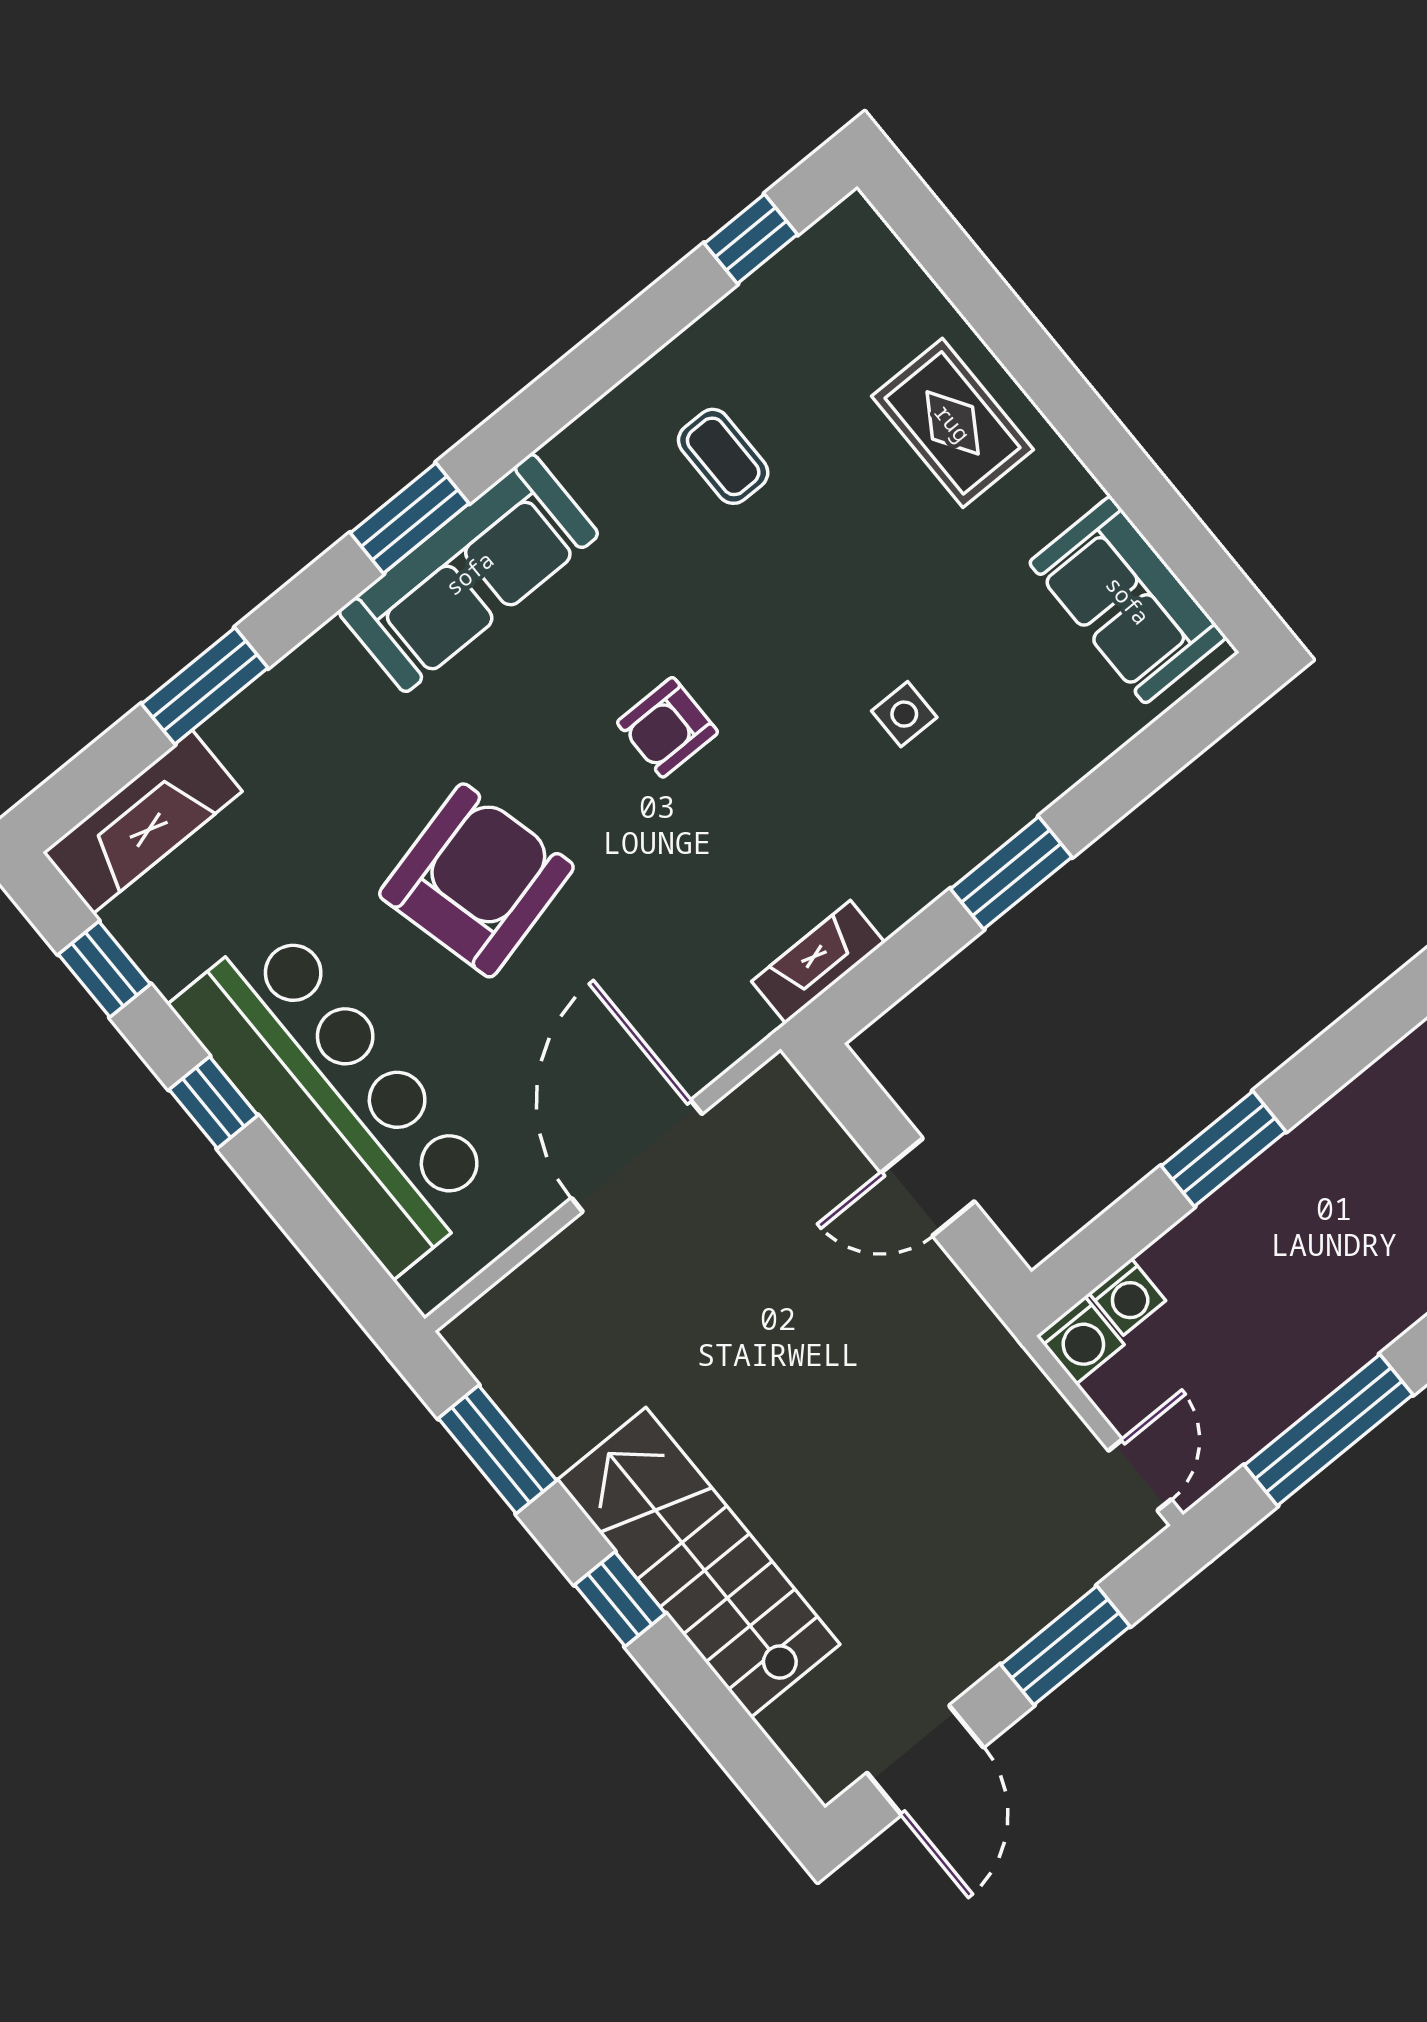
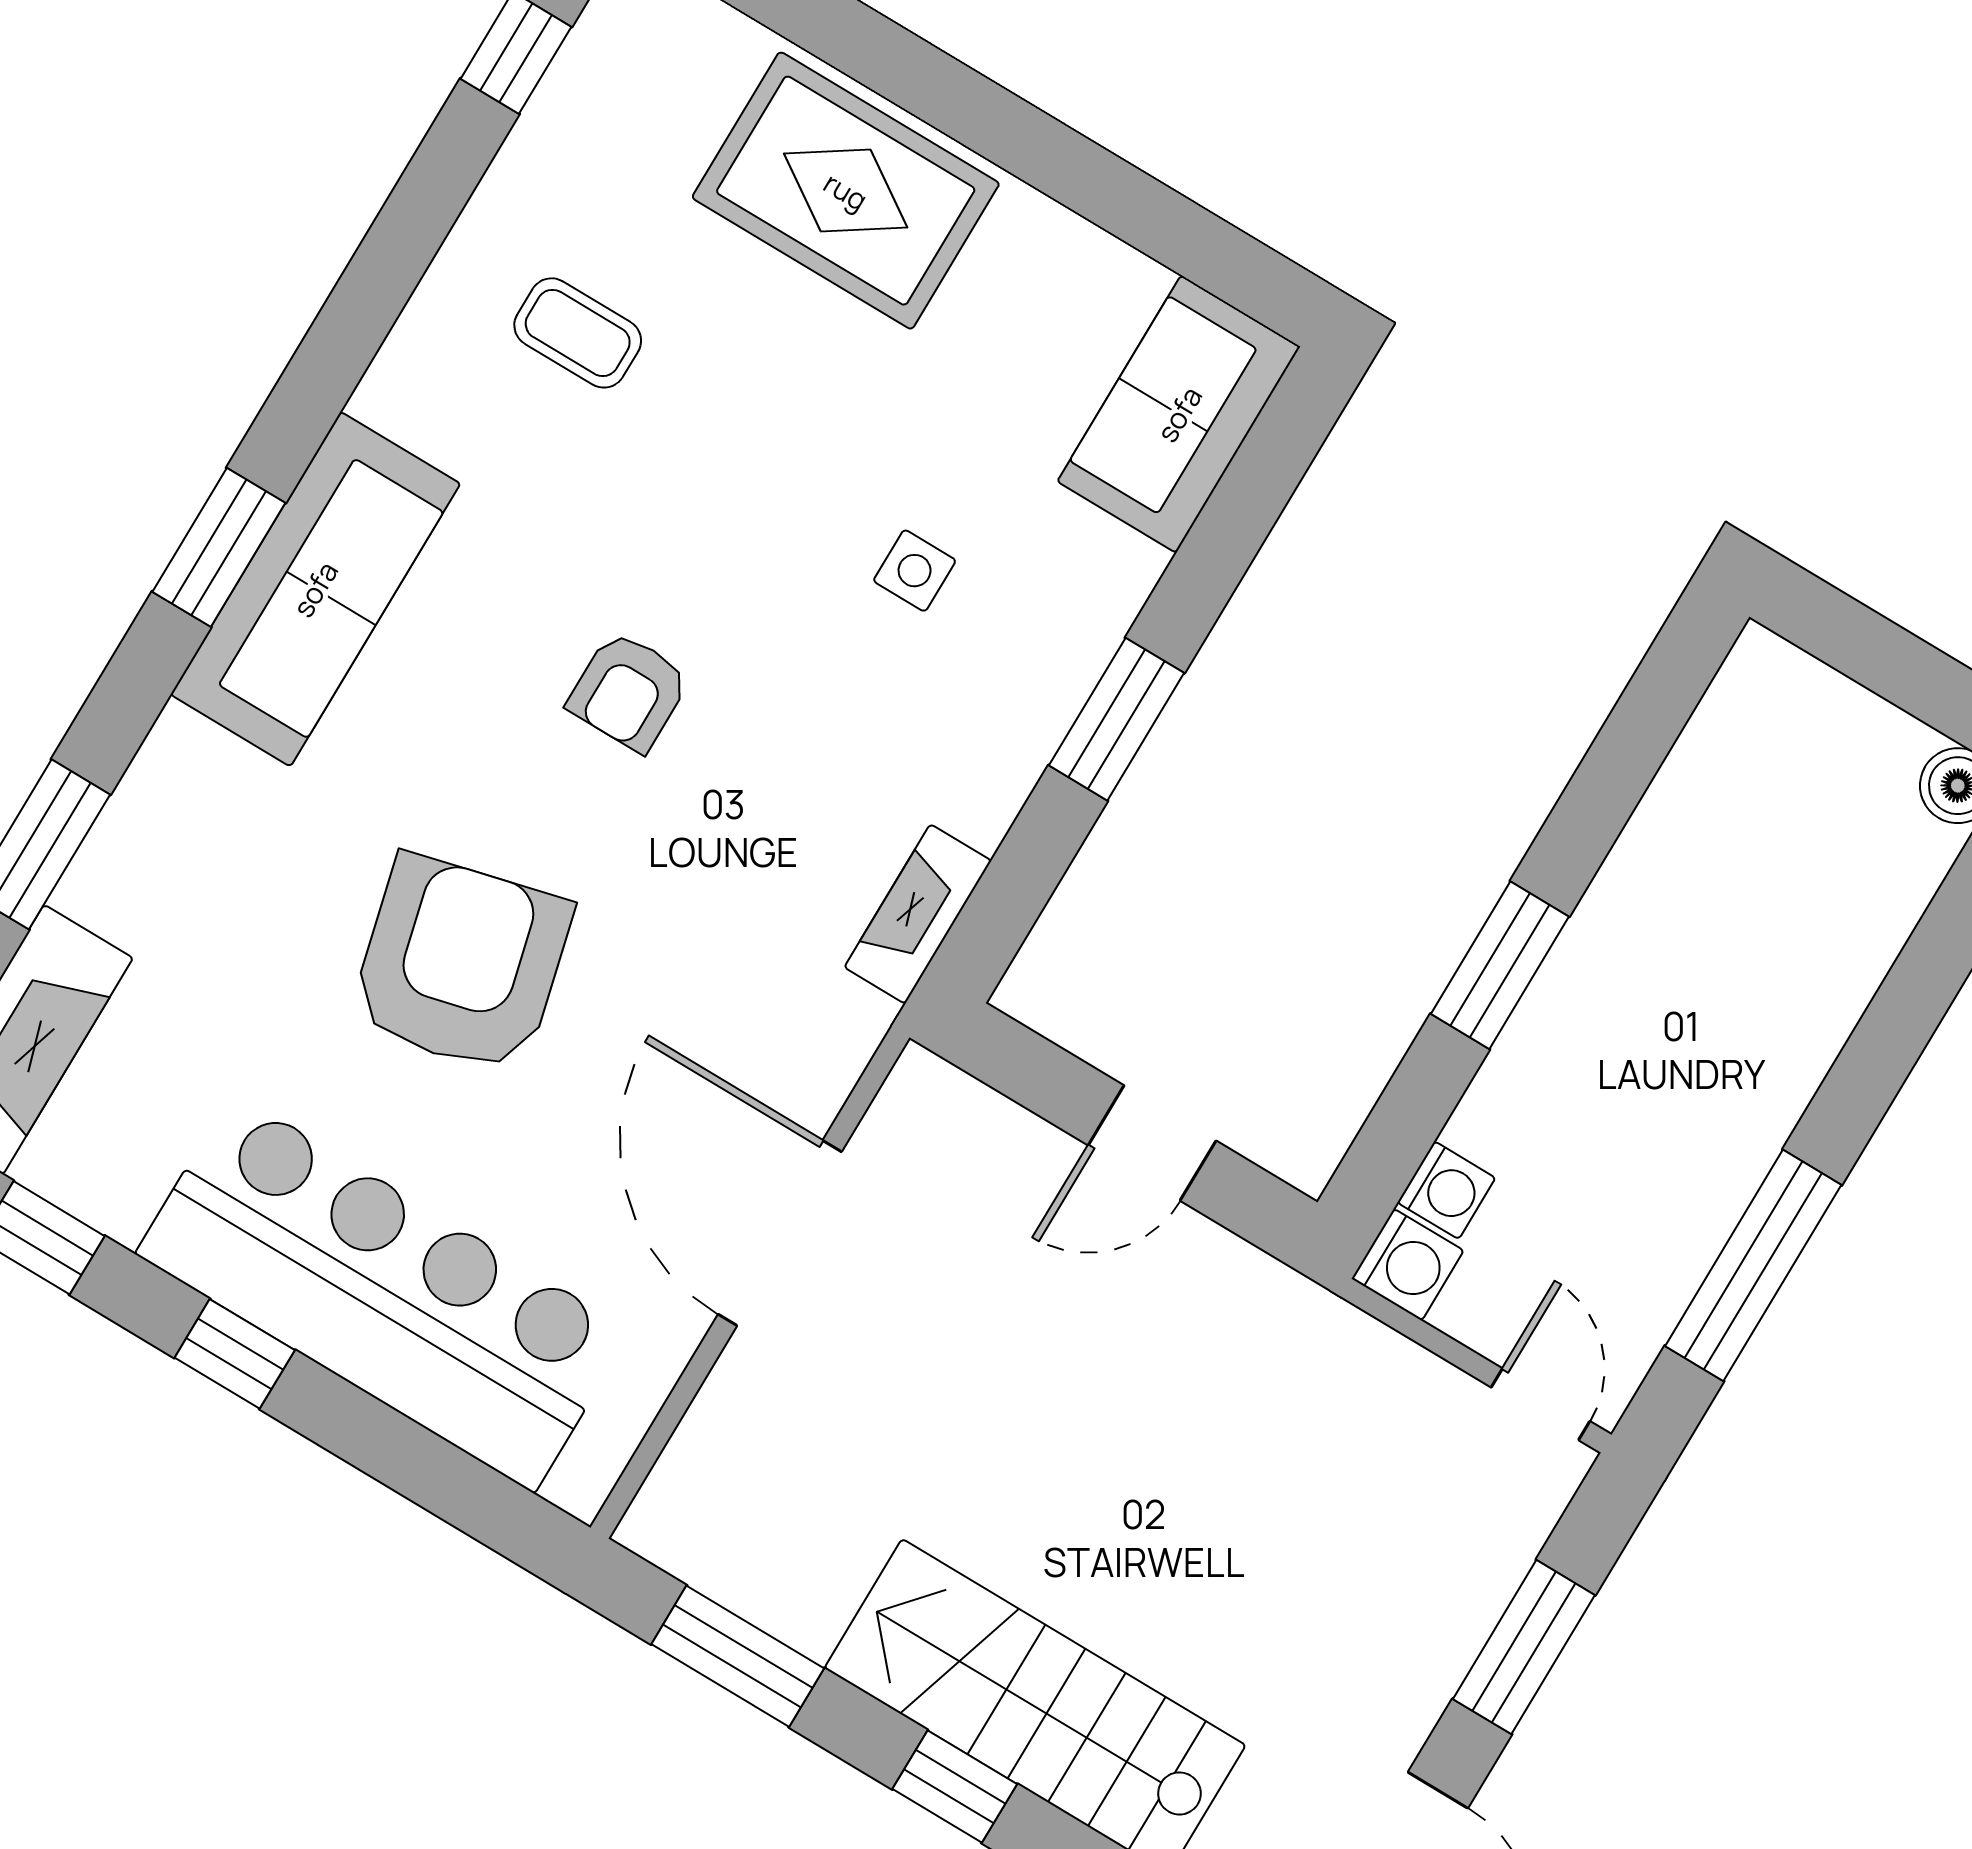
rug: (953, 423) -> (846, 191), width x1.36, depth x1.43
sofa: (1128, 600) -> (1179, 414), moved, turned 90

